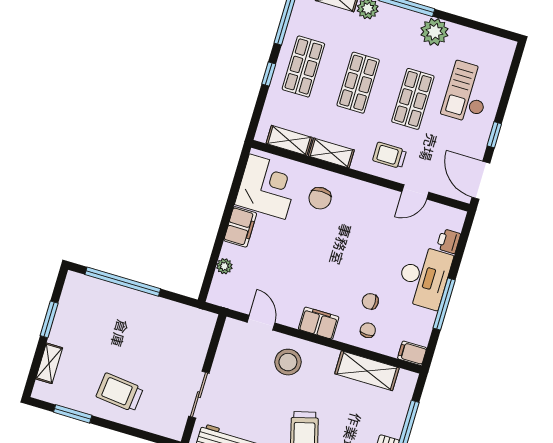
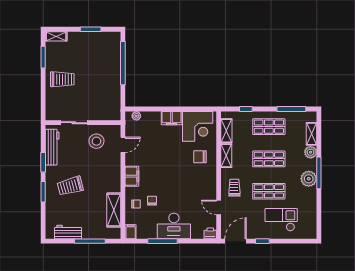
plant: (434, 32) -> (309, 179), moved
window: (269, 74) -> (246, 109), moved
printer: (448, 241) -> (210, 233), moved
plant: (224, 266) -> (136, 116), moved
stool: (288, 362) -> (96, 141), moved
shelving: (49, 363) -> (56, 36), moved
trolley: (120, 392) -> (62, 79), turned 84

